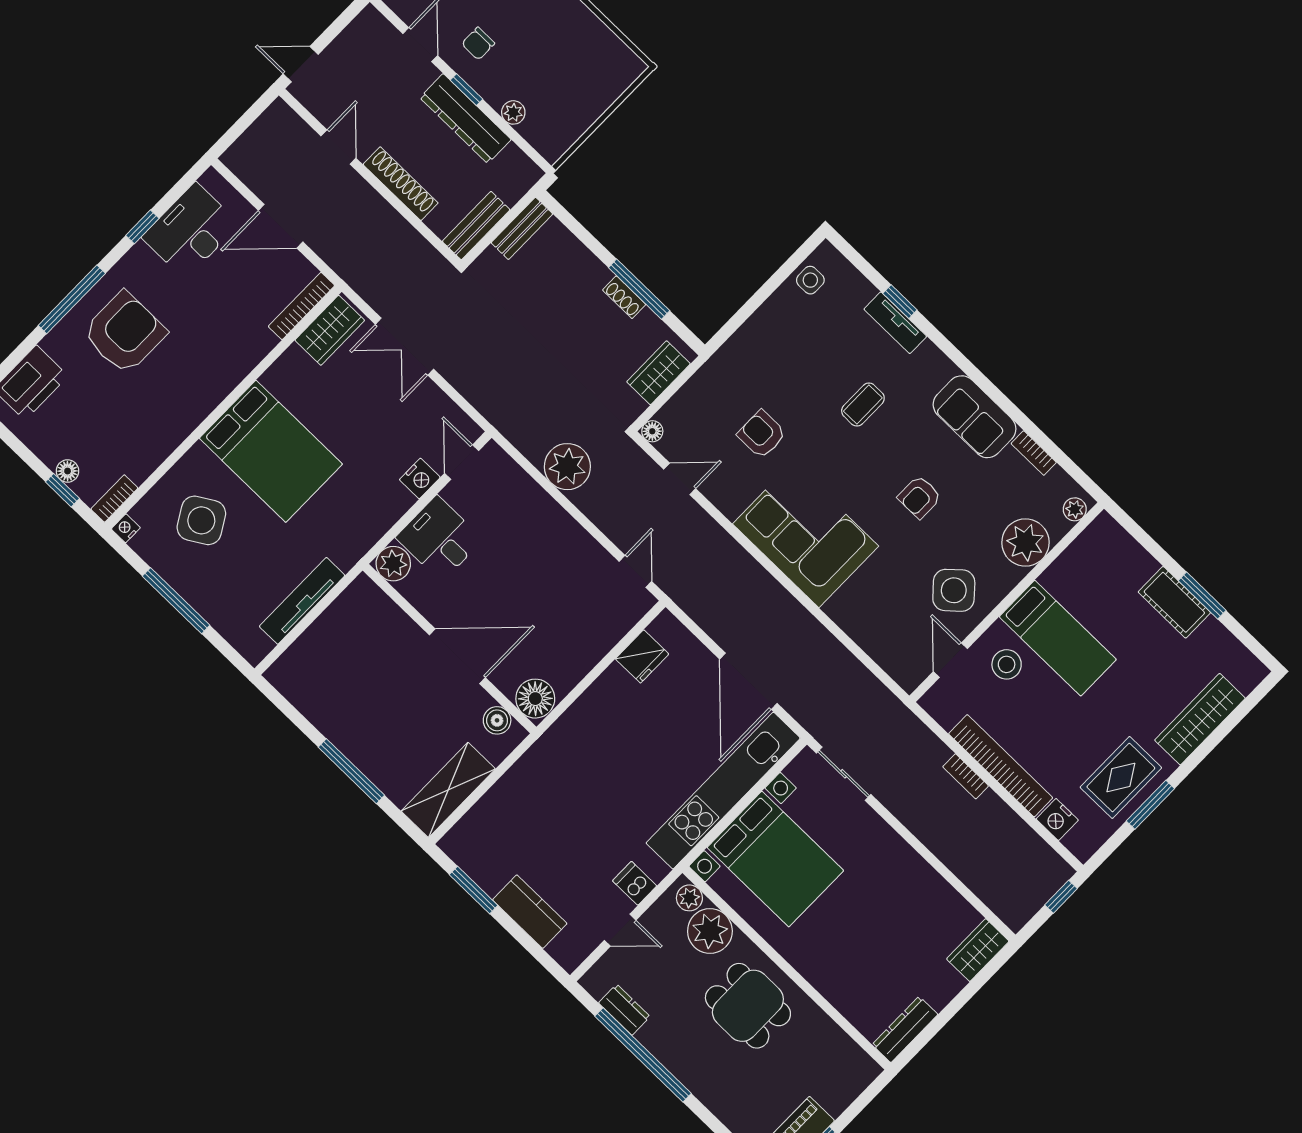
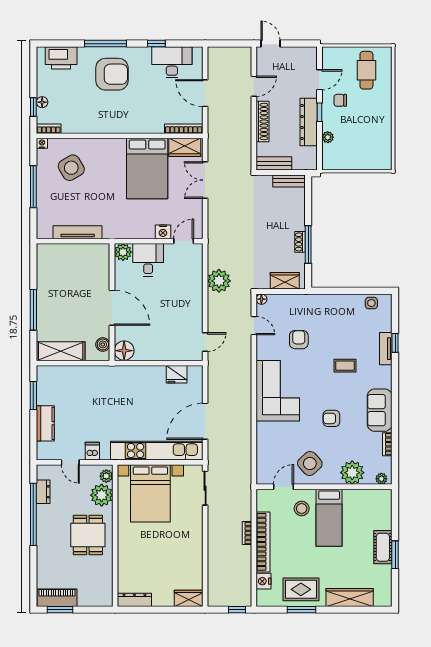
bed: (271, 451) -> (147, 169), moved

